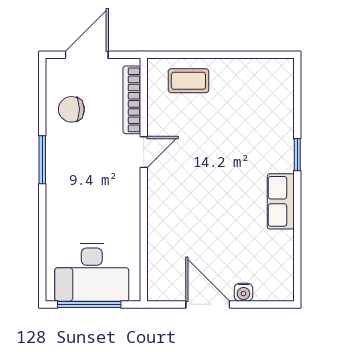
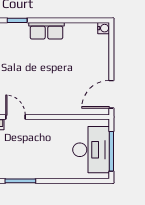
water cooler: (243, 292) -> (104, 28), moved
door: (208, 304) -> (111, 94), moved

